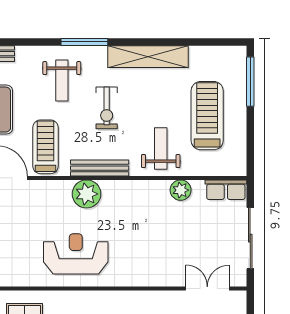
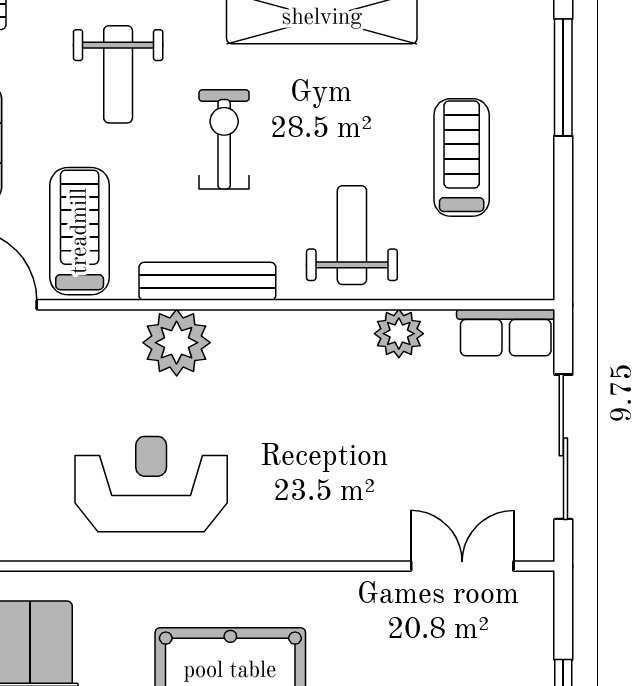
exercise bike: (107, 108) -> (224, 139), turned 180
treadmill: (207, 116) -> (462, 157), width x0.73, depth x0.73

